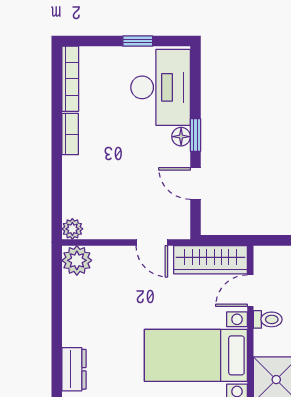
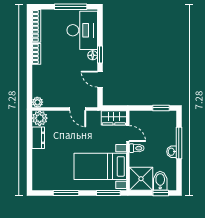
window: (138, 41) -> (71, 7), width x2.17
wardrobe: (210, 260) -> (114, 118), width x0.67
door: (250, 291) -> (128, 134), swing flipped
dresser: (74, 369) -> (38, 138), moved

